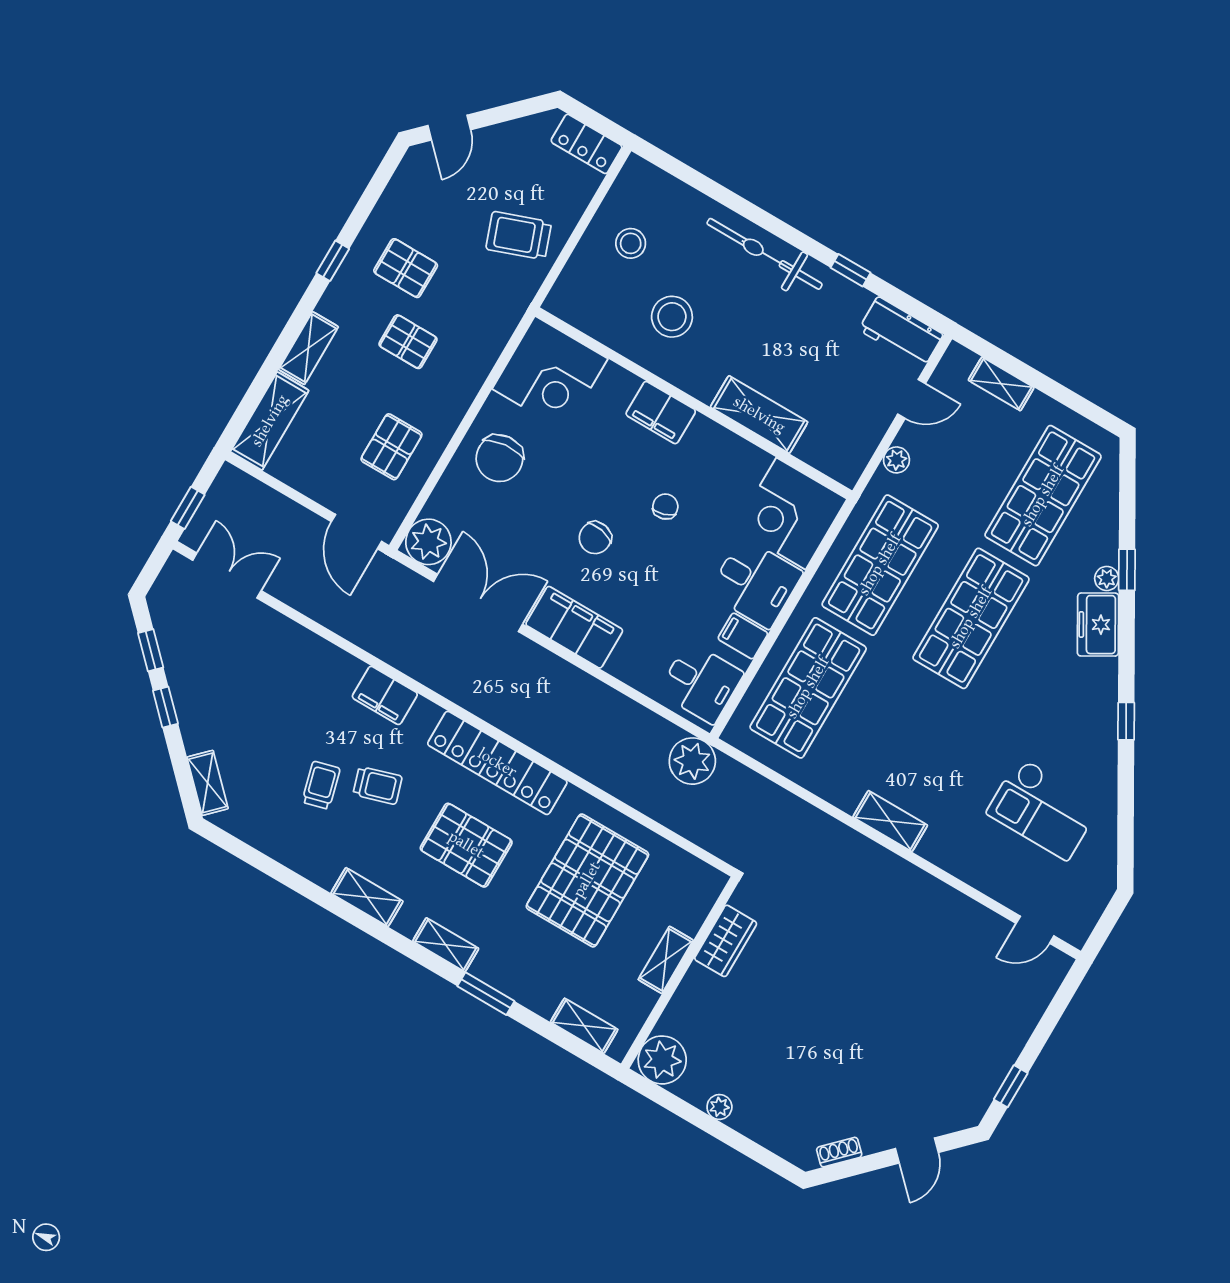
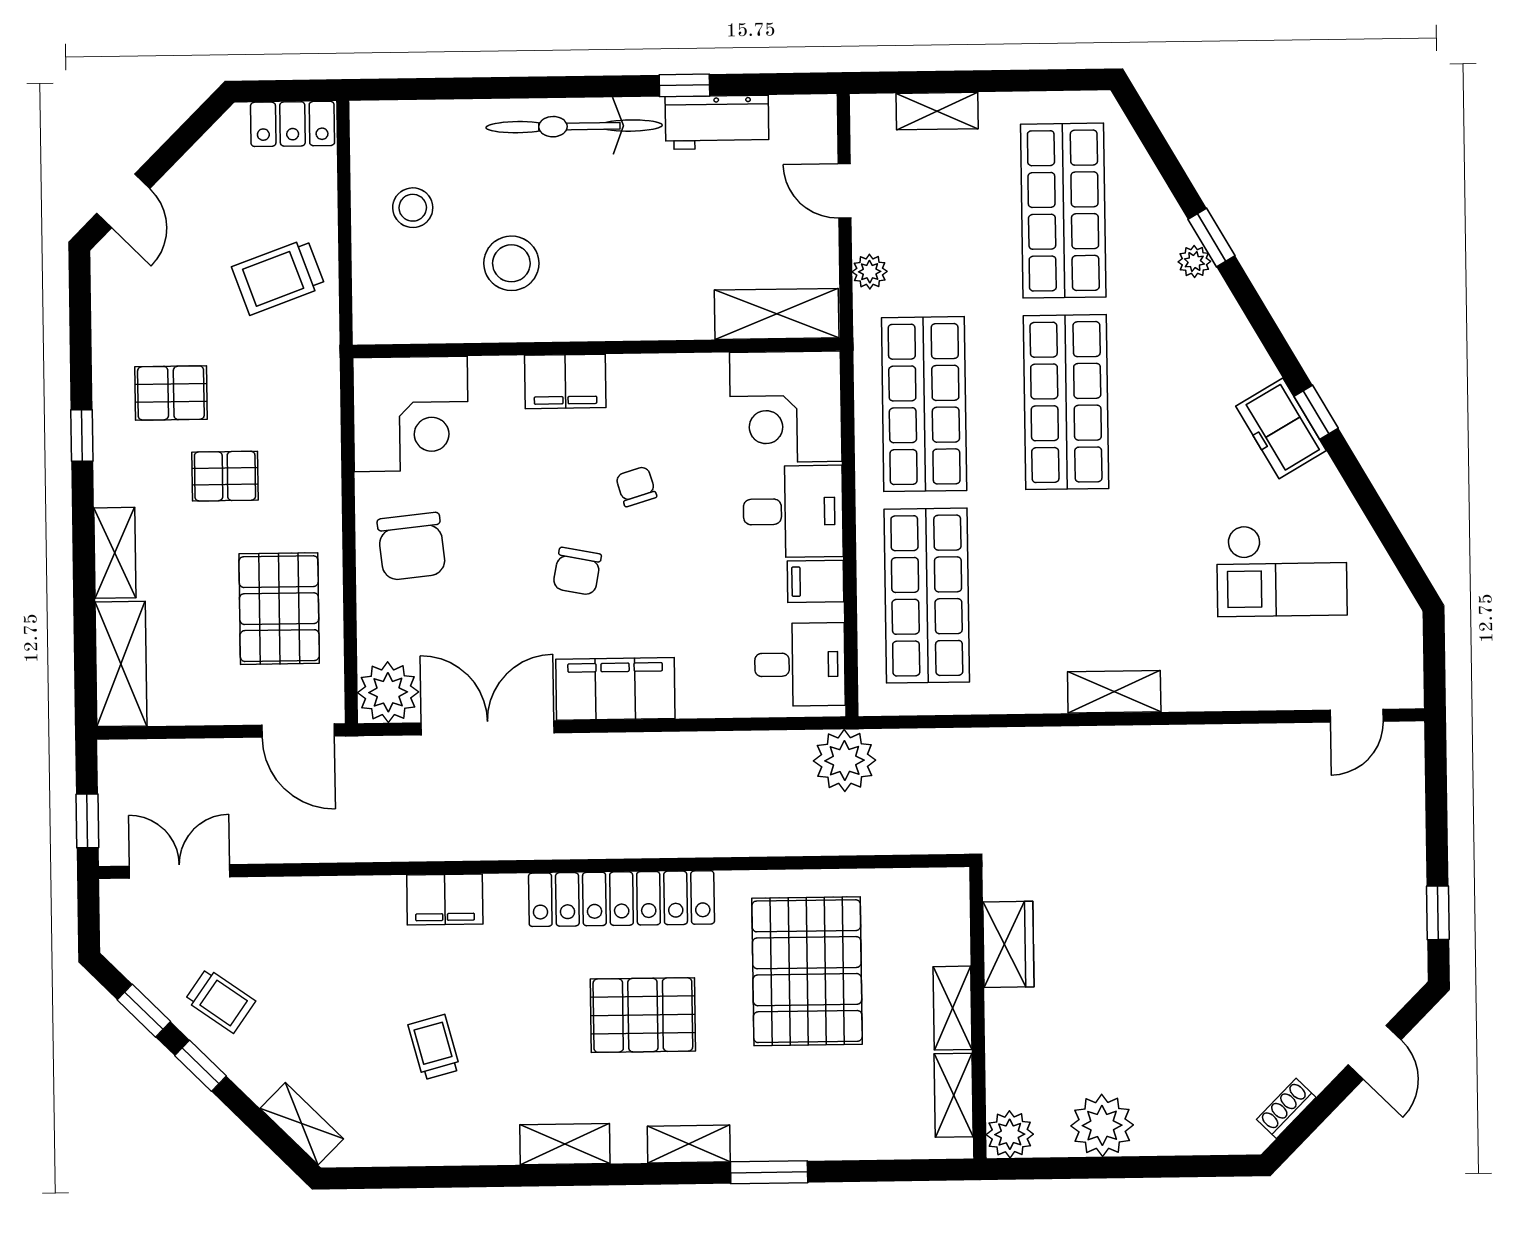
workbench: (901, 332) -> (717, 122), moved
door: (912, 399) -> (845, 191), swing flipped
shelving: (759, 415) -> (777, 314), moved
pallet: (391, 447) -> (279, 609), width x1.50, depth x1.42
freezer: (1098, 625) -> (1281, 428), moved
trolley: (378, 785) -> (220, 1001), moved, turned 52
shelving: (584, 1026) -> (954, 1095), moved, turned 90
plant: (662, 1060) -> (1010, 1134), width x0.73, depth x0.73
plant: (719, 1107) -> (1102, 1125), width x1.88, depth x1.88

